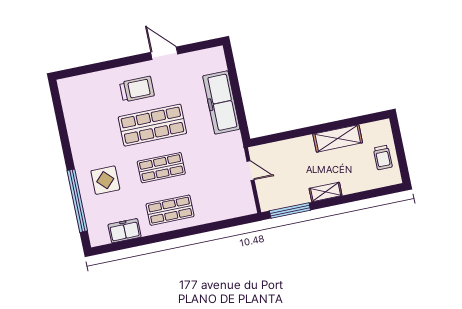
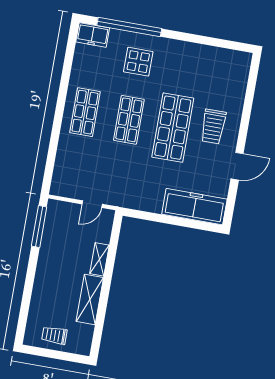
freezer: (221, 102) -> (194, 207), moved
shelving: (326, 192) -> (99, 259), moved
freezer: (125, 231) -> (93, 35), moved, turned 90

